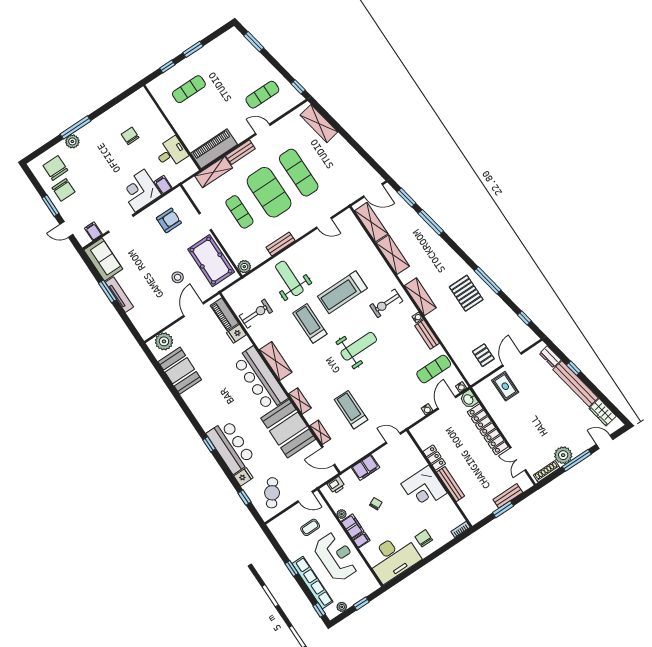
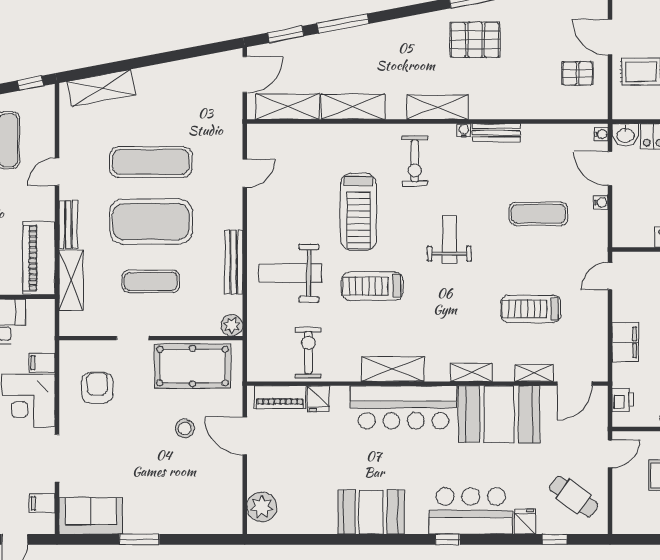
bench: (281, 244) -> (234, 262), width x1.36
tv unit: (119, 295) -> (155, 526), removed
weight bench: (359, 346) -> (449, 239), width x0.73, depth x0.75
exercise mat: (434, 369) -> (538, 214), moved, turned 90
booth: (180, 371) -> (371, 512), moved

